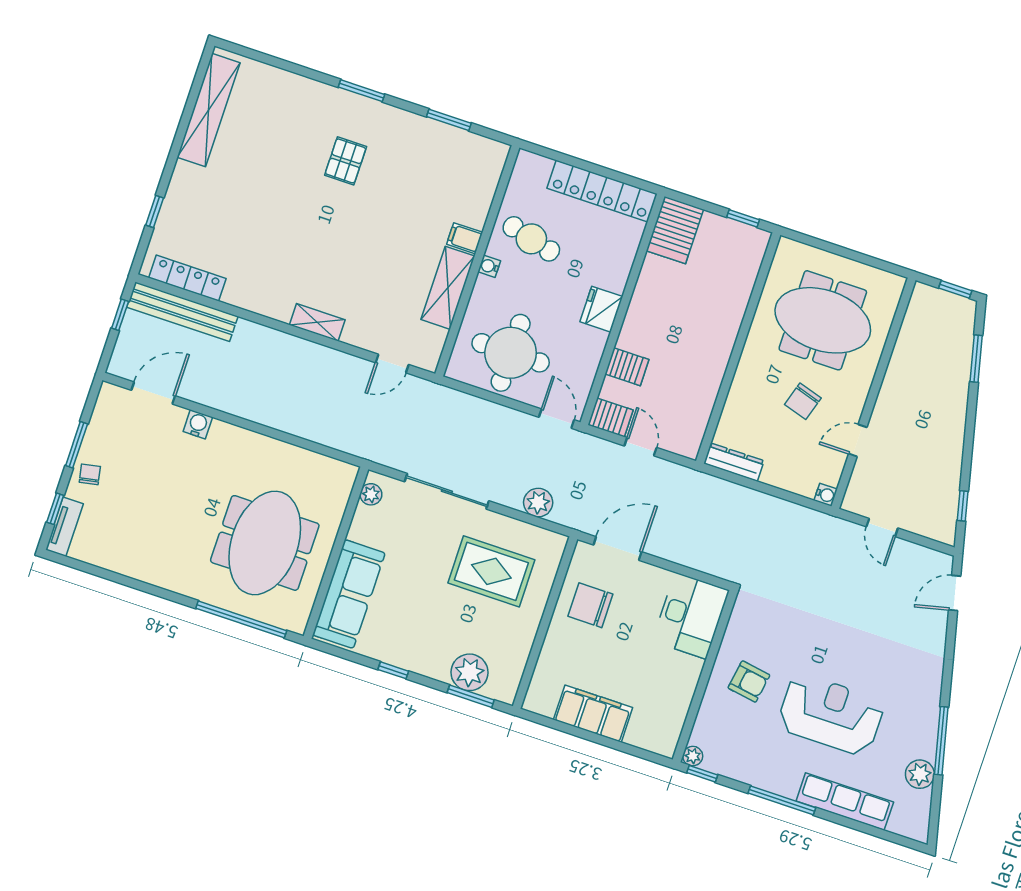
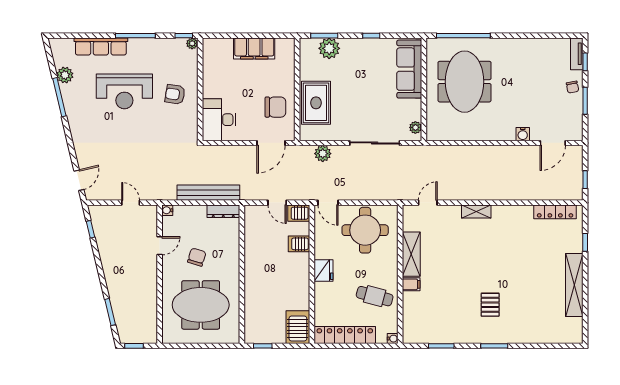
shelving: (209, 110) -> (574, 285), moved
water cooler: (489, 266) -> (393, 339), moved
bench: (182, 312) -> (208, 193), moved
rug: (491, 571) -> (316, 103), moved, turned 90

